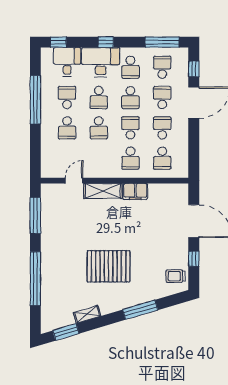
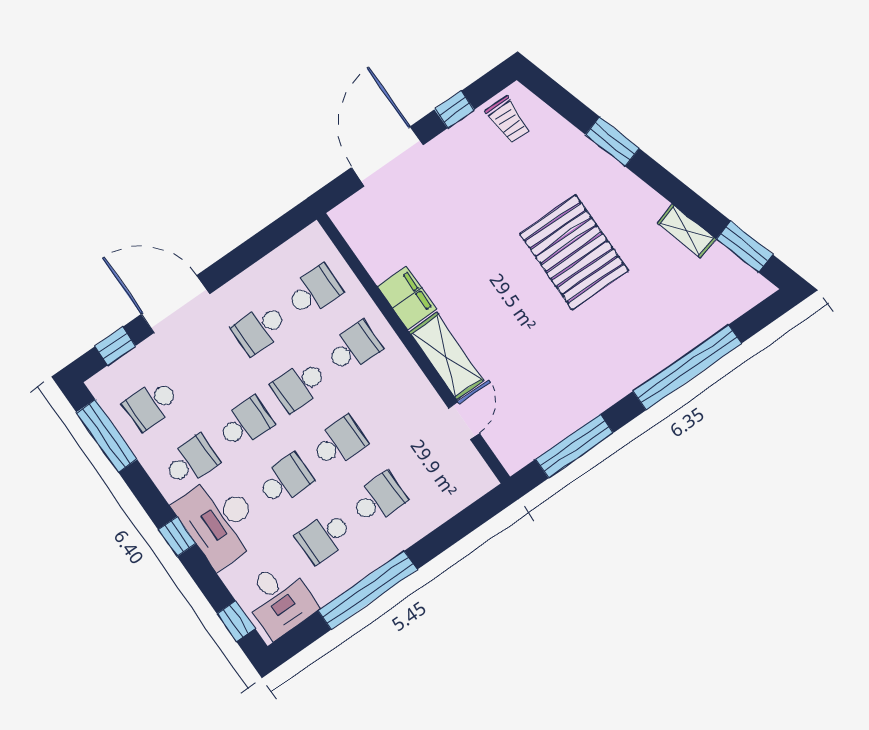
desk: (67, 62) -> (279, 599), moved, turned -90
school desk: (162, 98) -> (206, 367), removed
door: (74, 181) -> (464, 421), swing flipped
window: (140, 310) -> (612, 141), width x0.69

